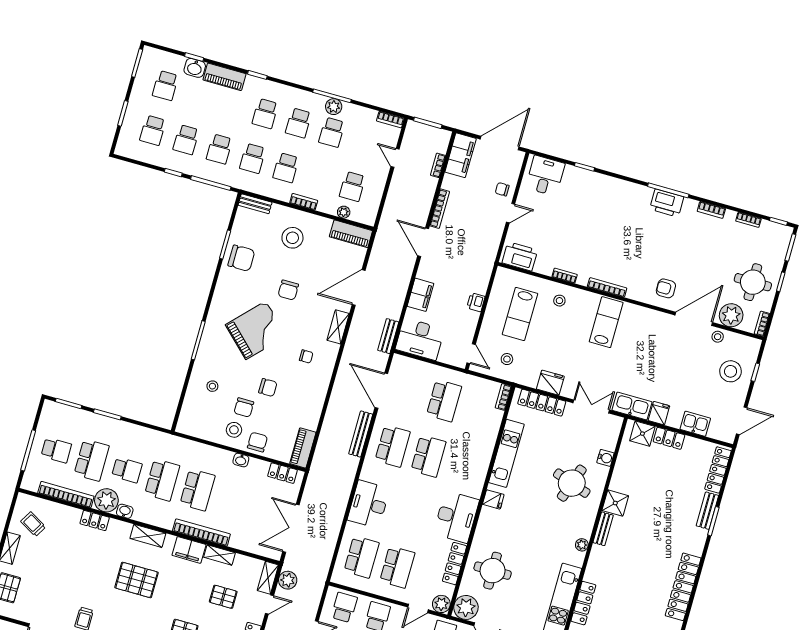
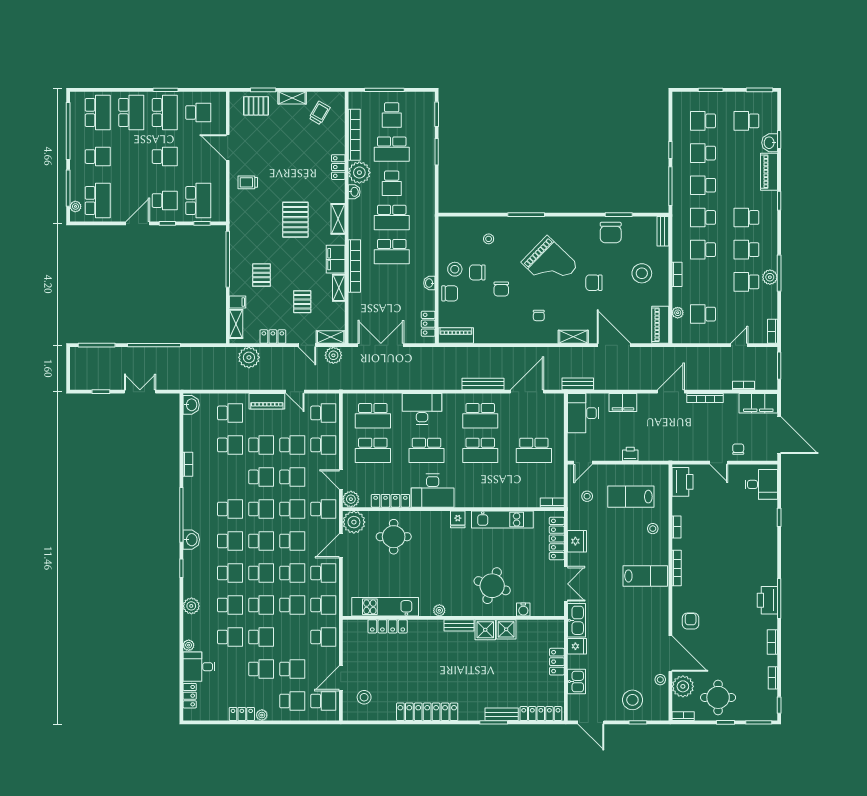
shower: (642, 434) -> (506, 629), moved
school desk: (413, 512) -> (427, 450), added

